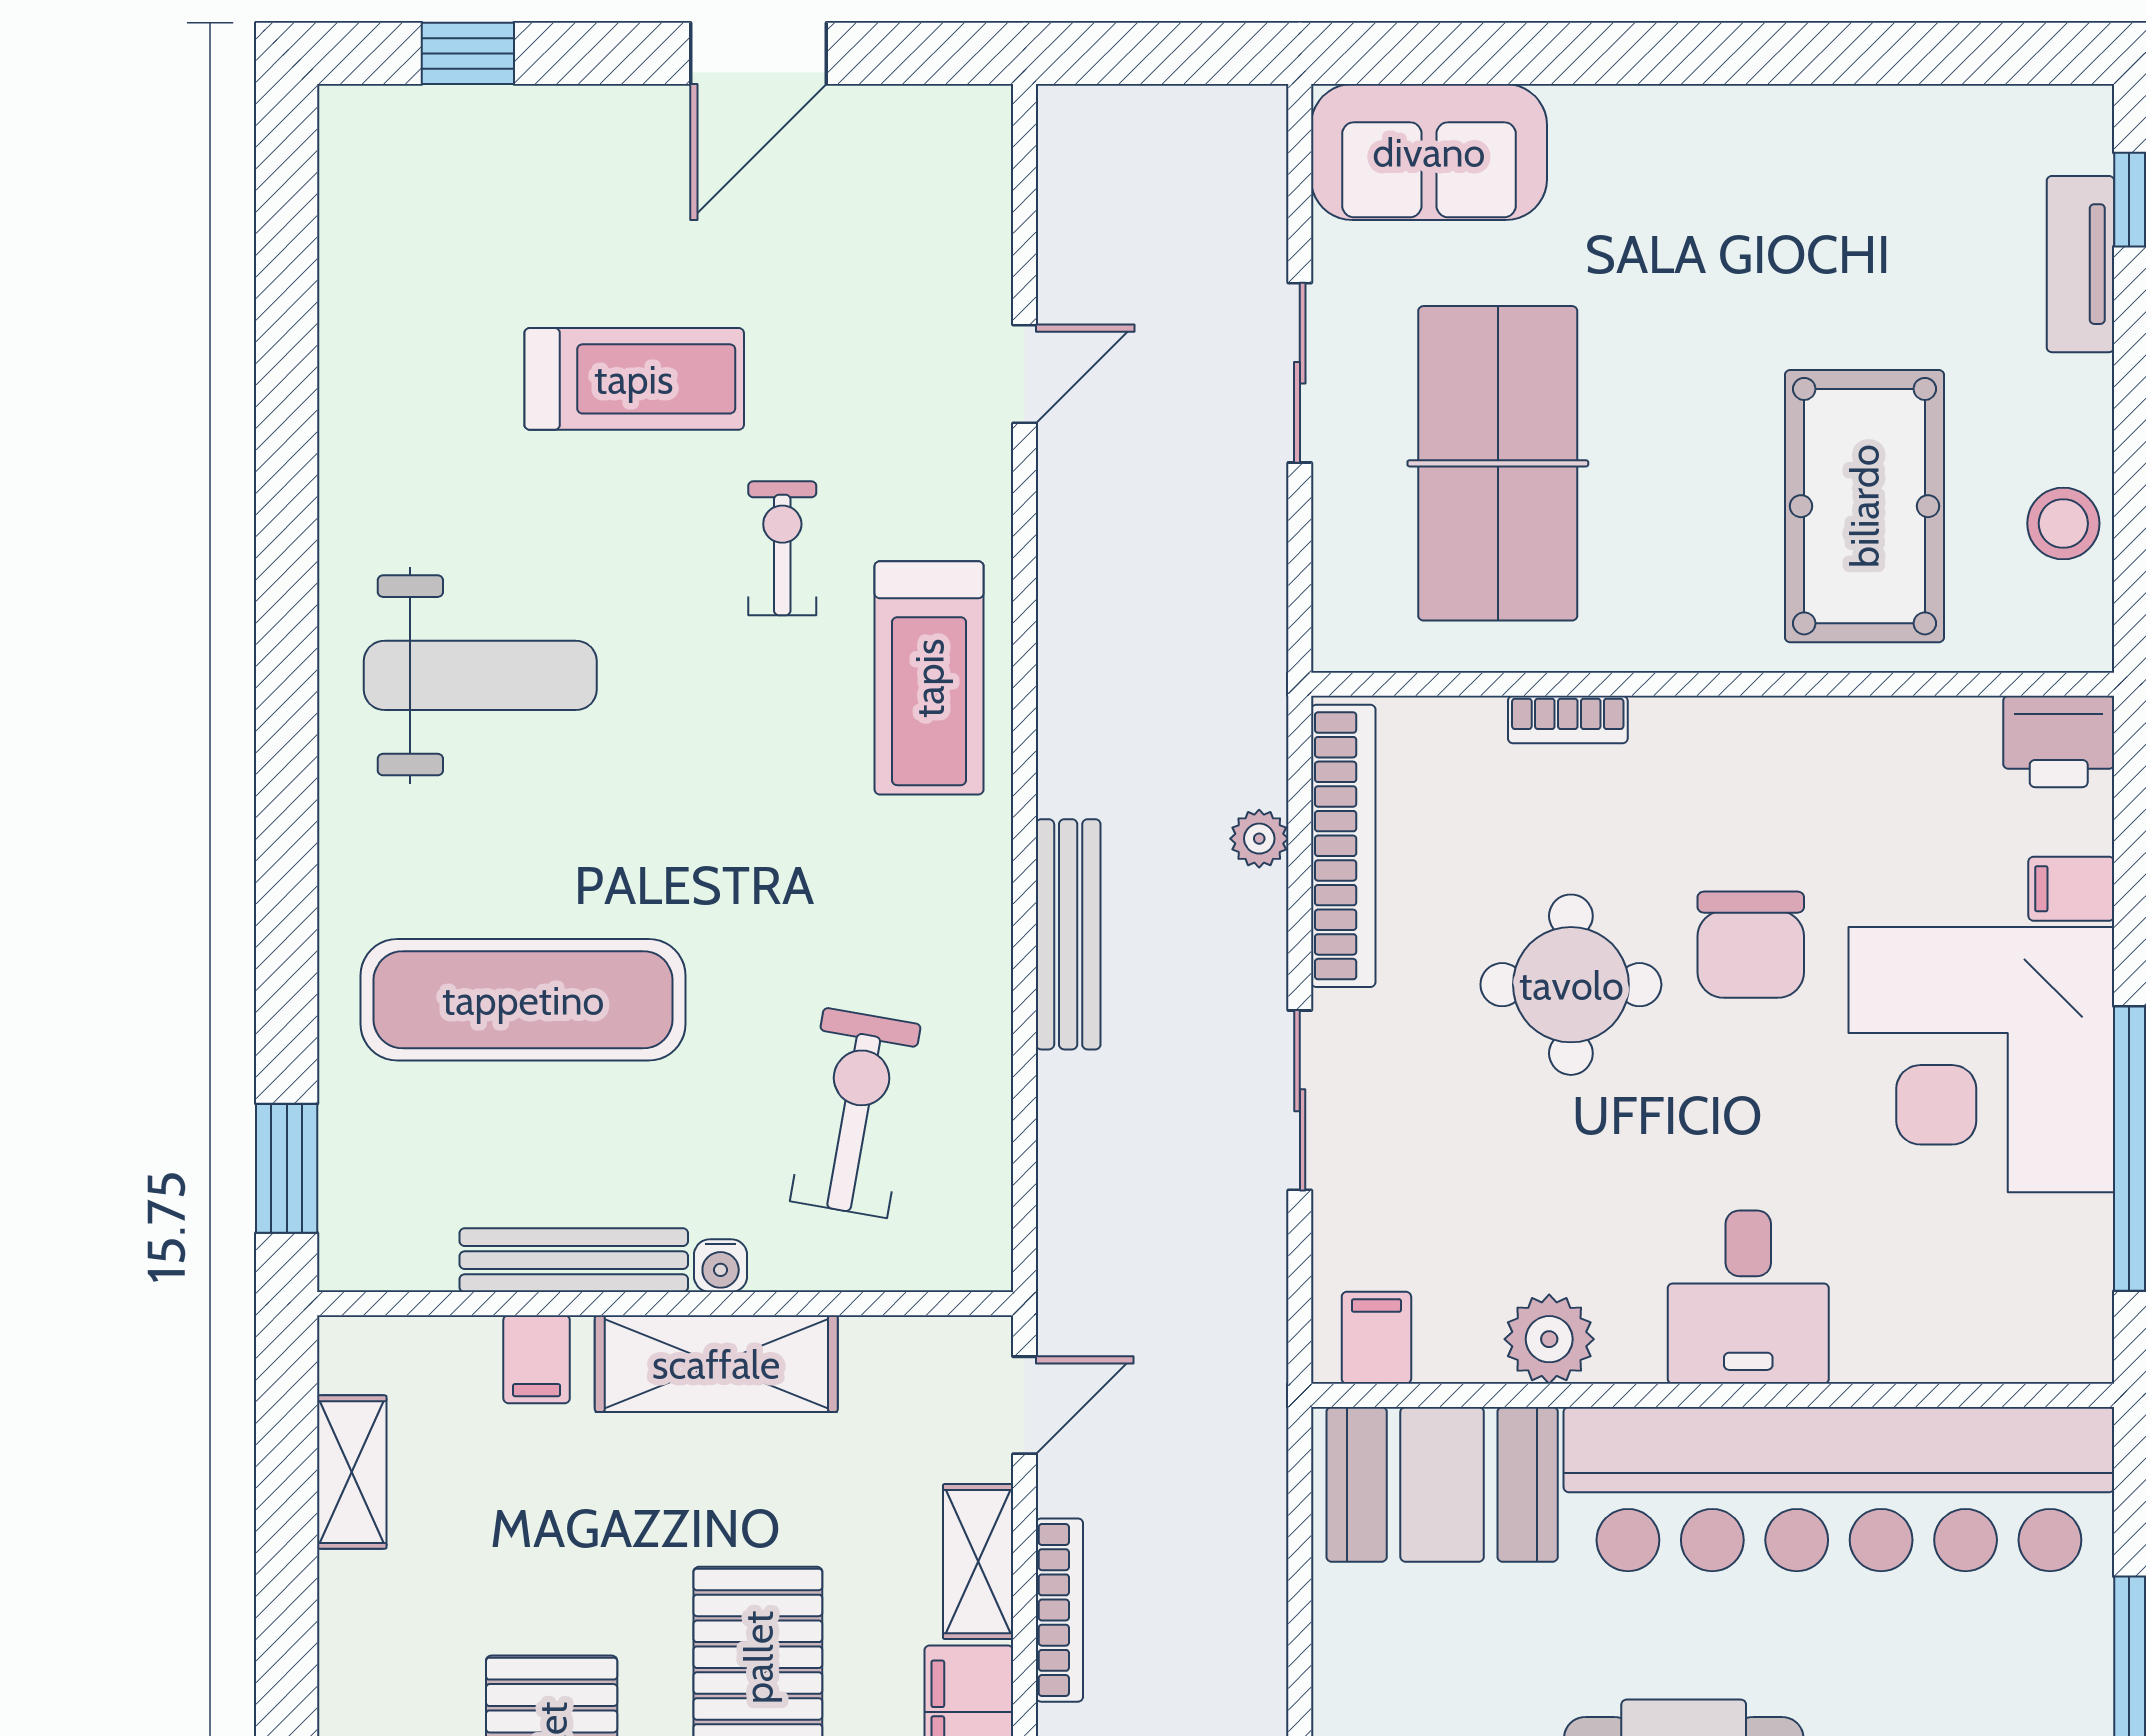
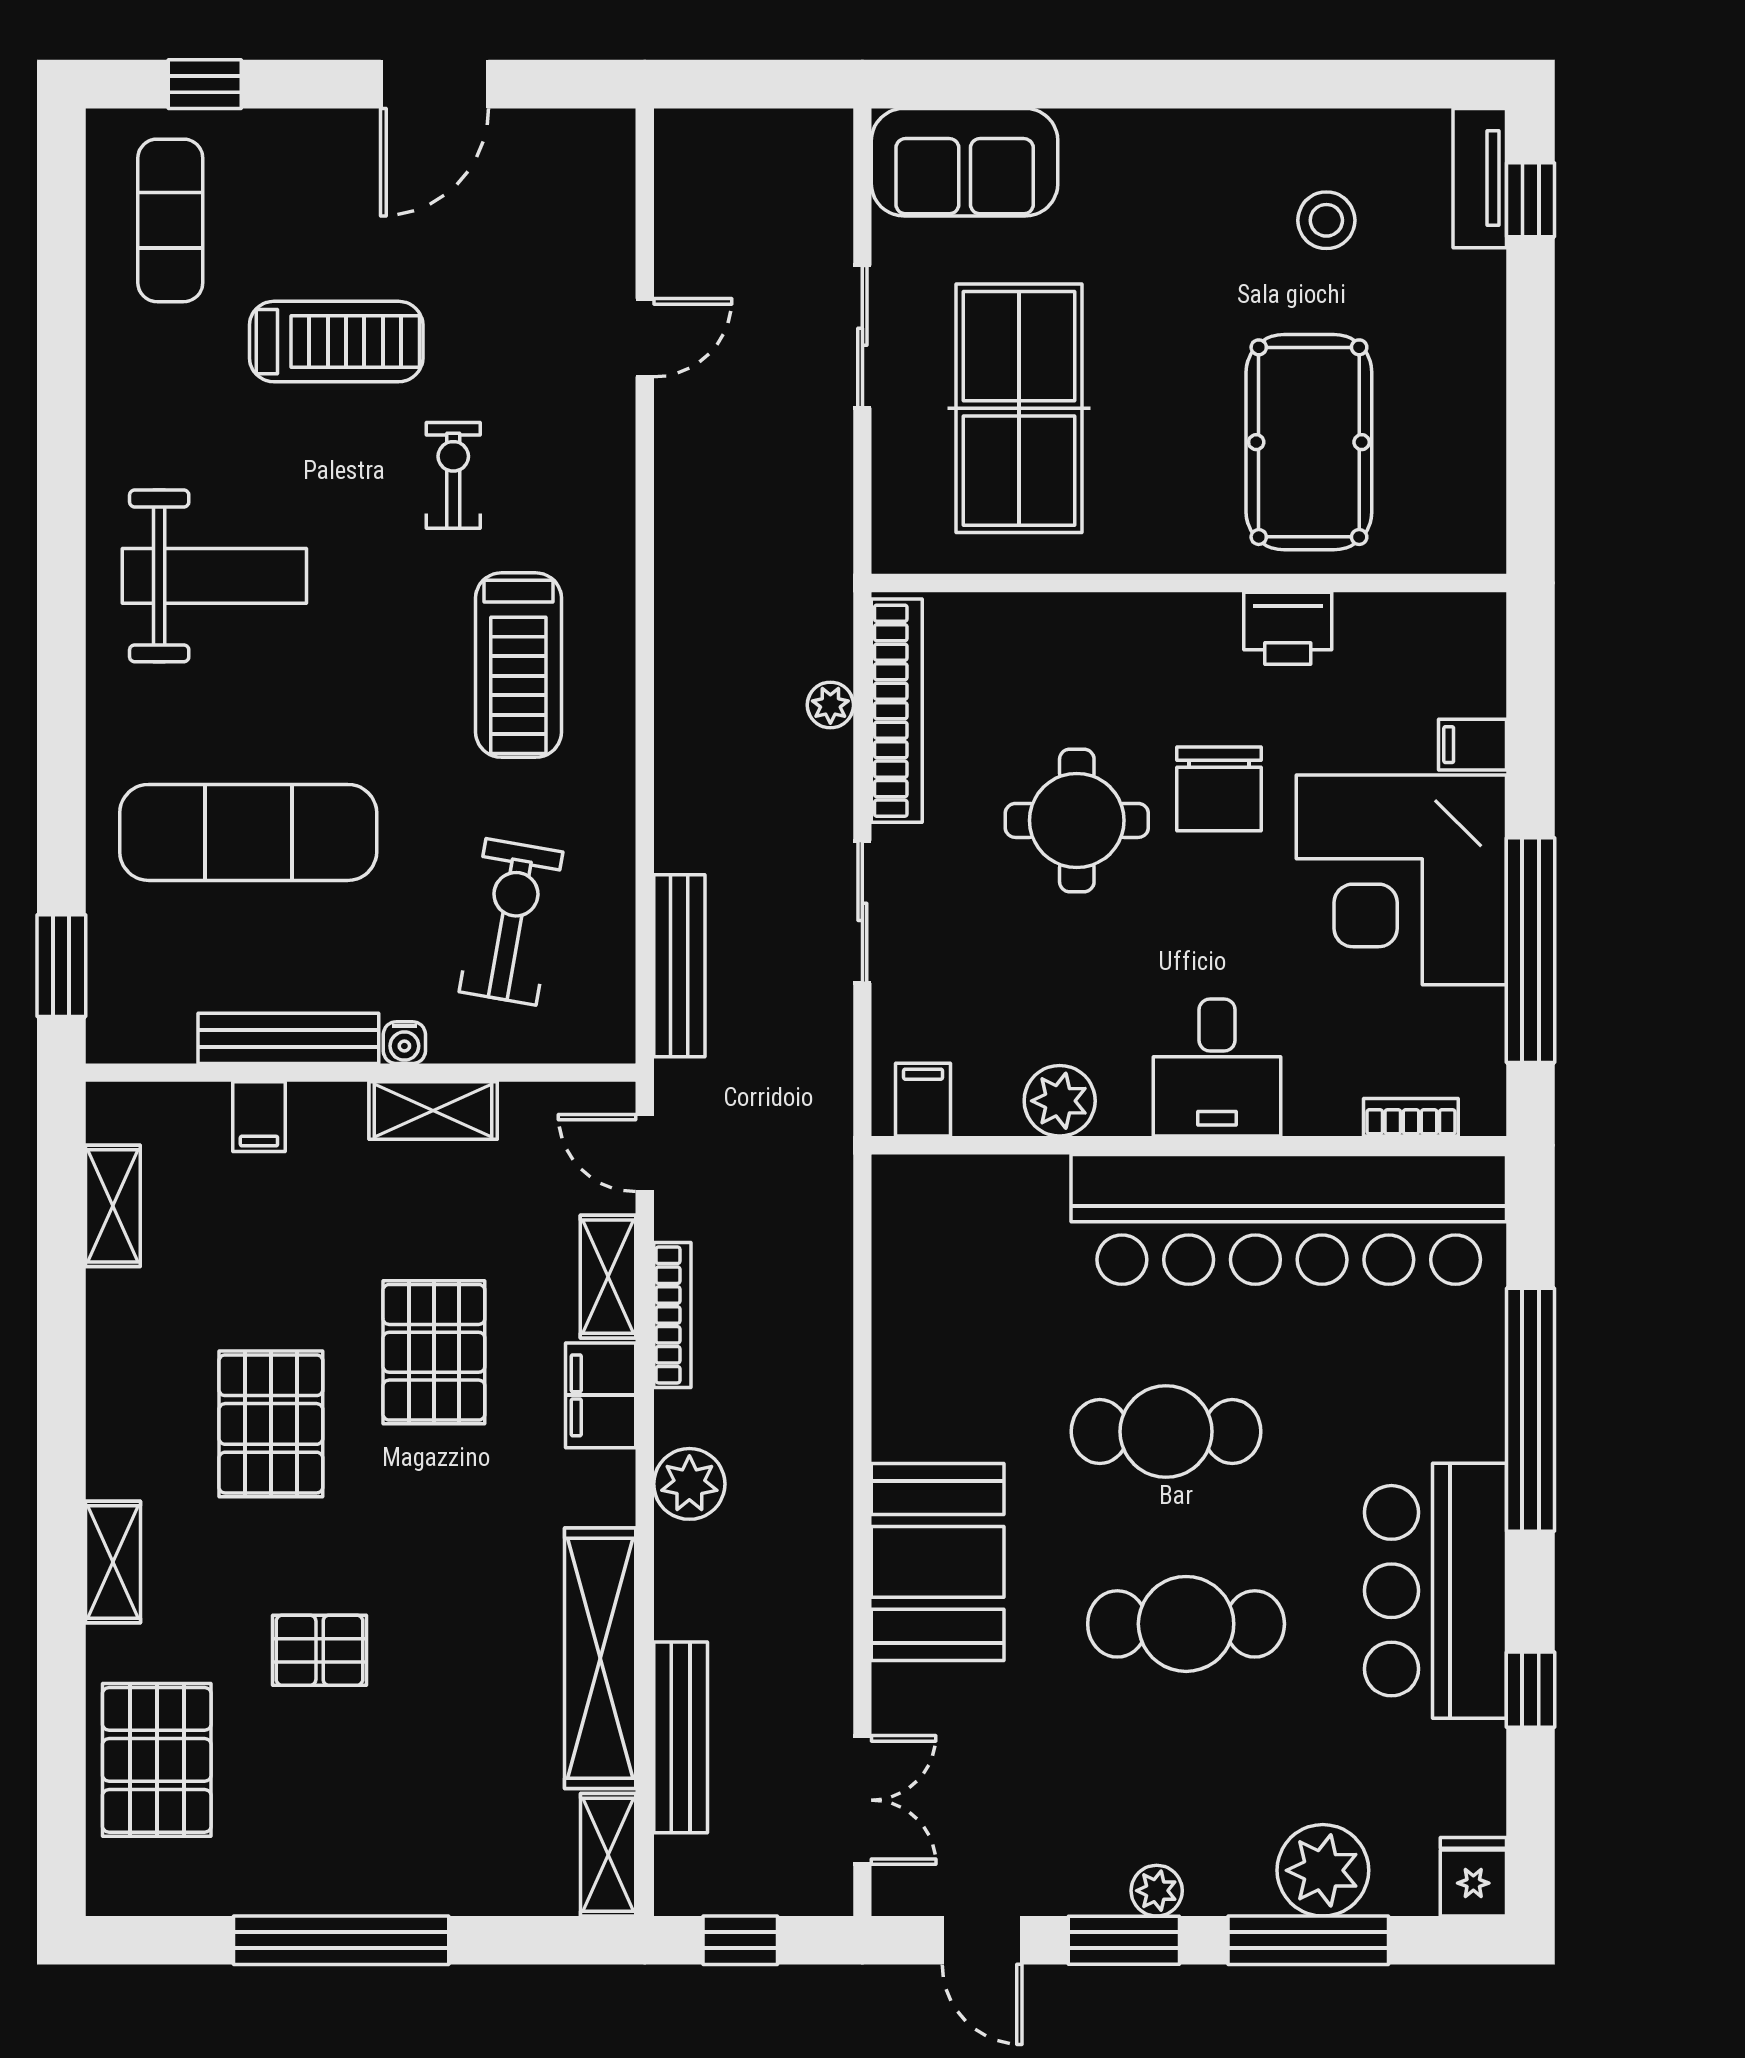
exercise mat: (424, 226) -> (170, 220), added
tv unit: (2080, 264) -> (1480, 178), moved
stool: (2063, 523) -> (1326, 220), moved
treadmill: (929, 678) -> (518, 665), moved
bookcase: (1568, 720) -> (1411, 1117), moved, turned 180
printer: (2059, 741) -> (1288, 628), moved
bench: (1068, 934) -> (679, 966), moved
shelving: (716, 1364) -> (433, 1111), width x0.67, depth x0.75
door: (1024, 1405) -> (645, 1153), swing flipped
booth: (1442, 1484) -> (975, 1216), removed

